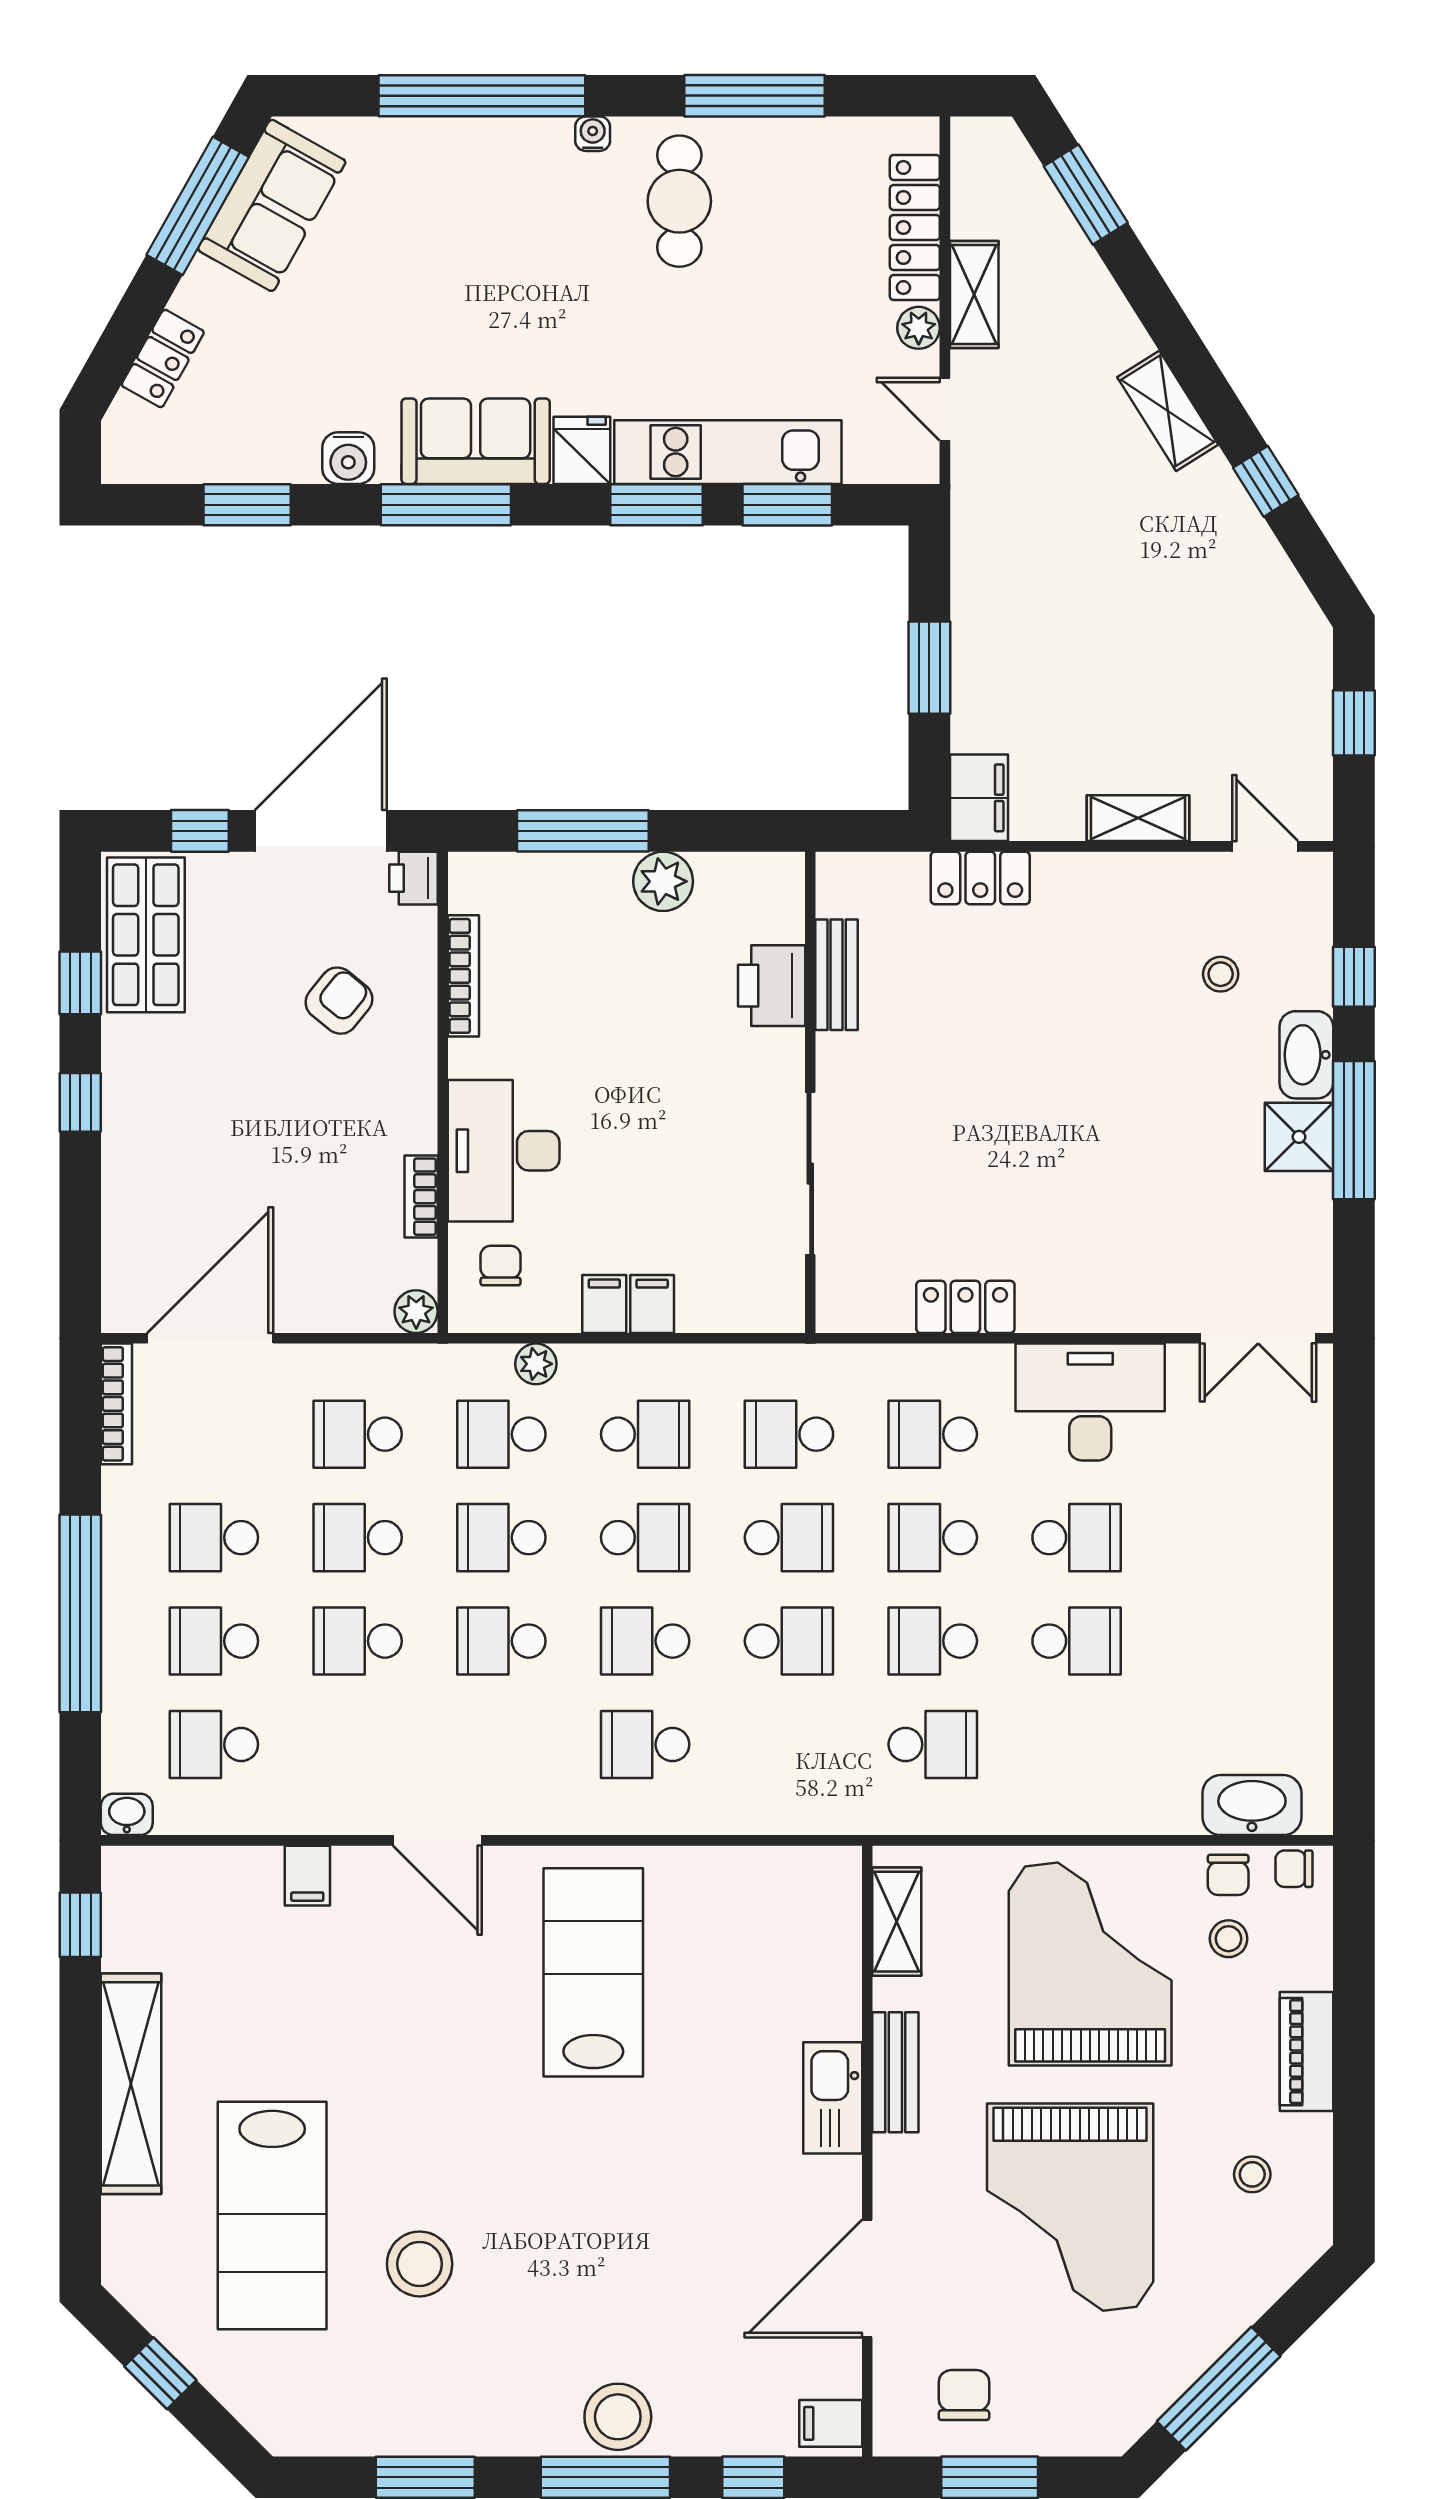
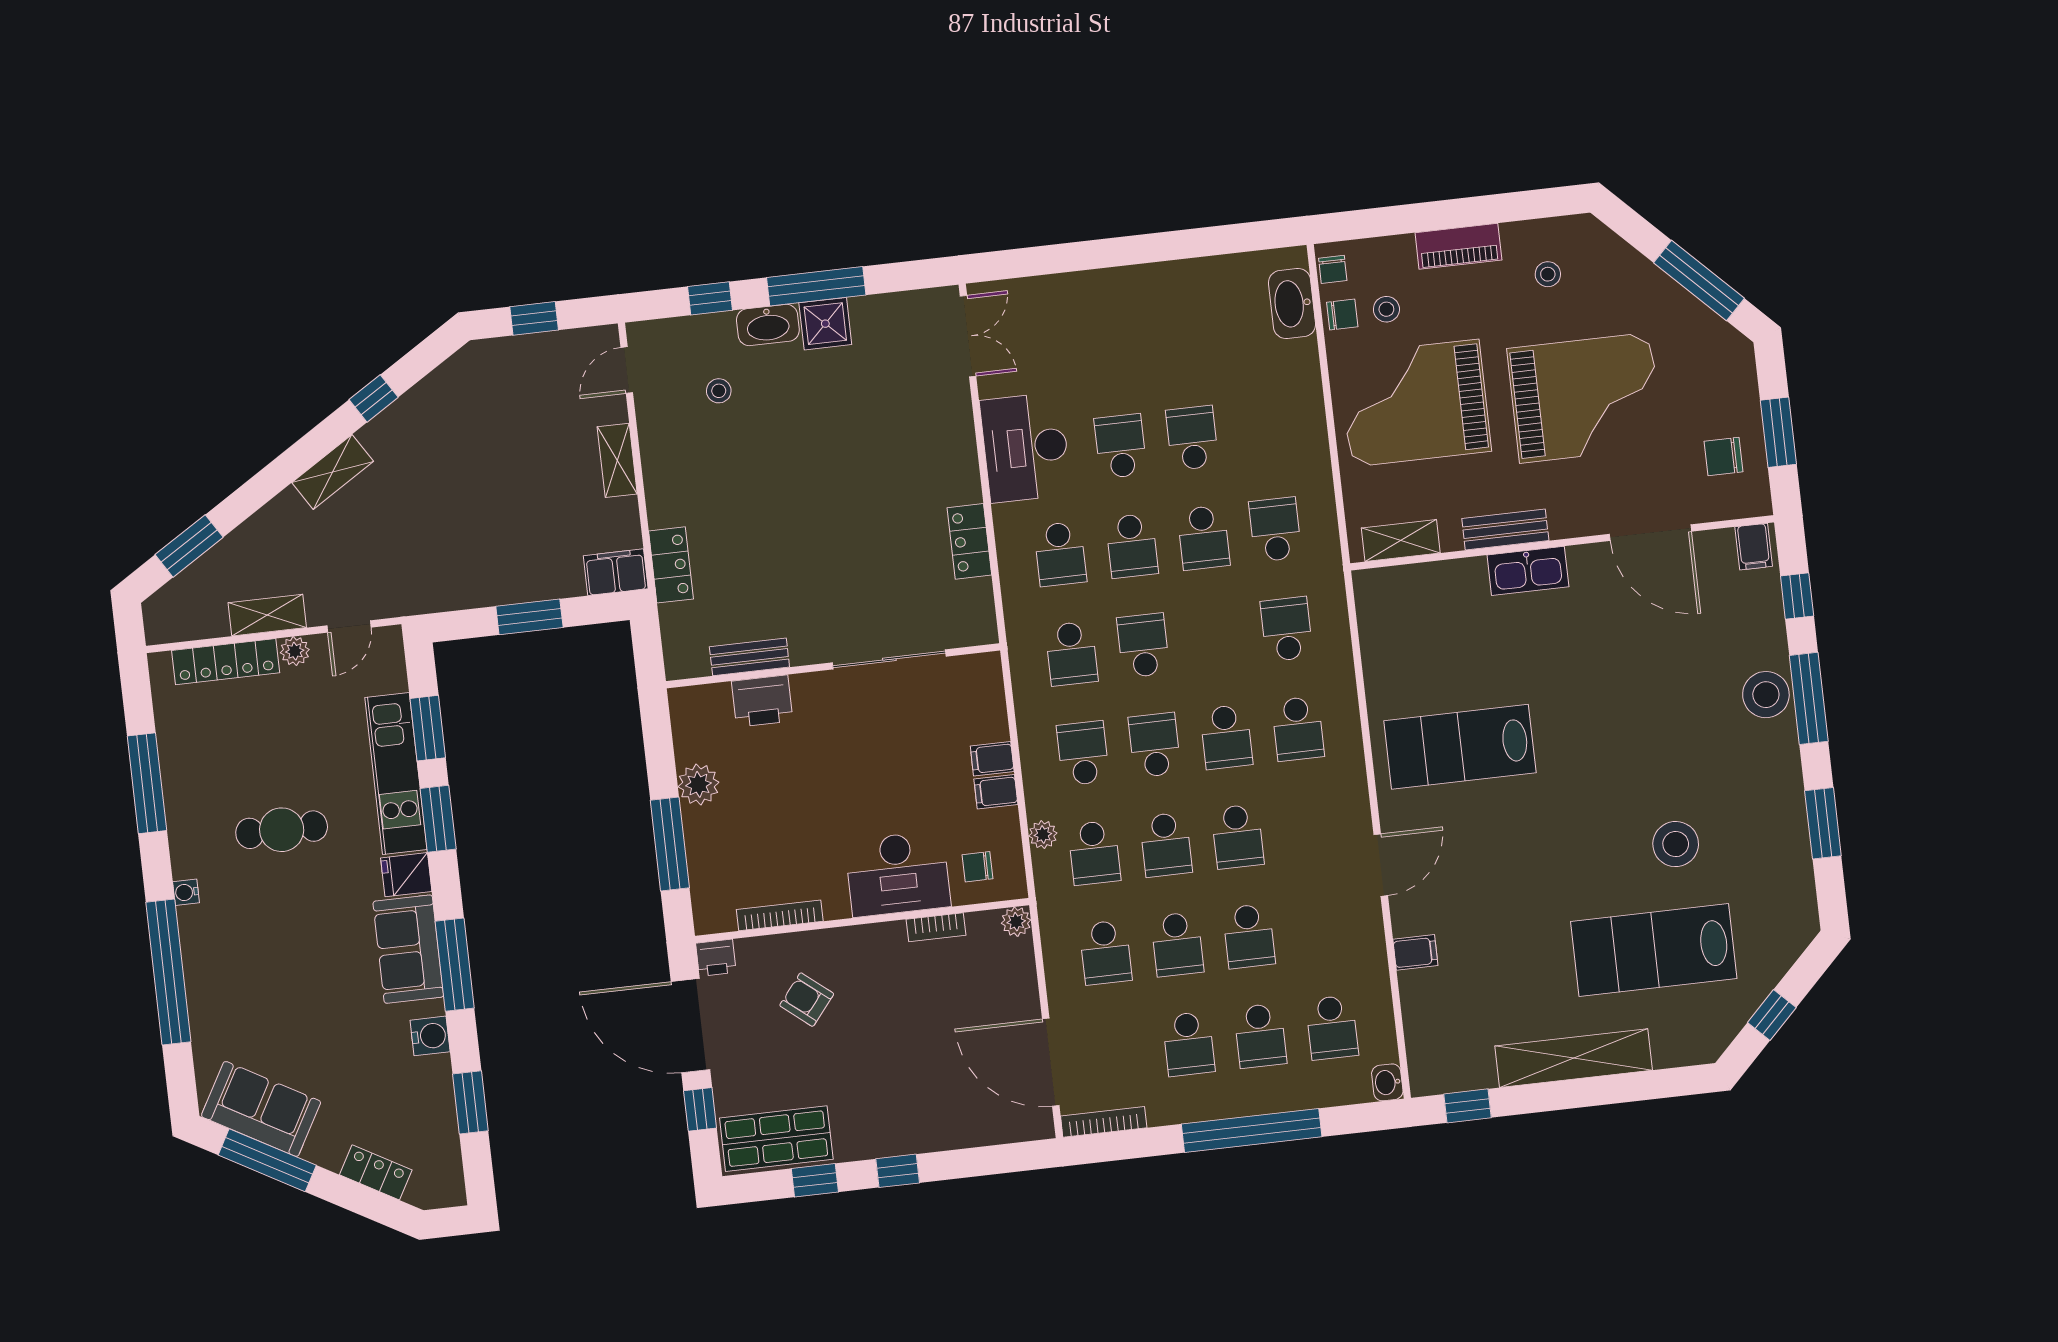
cafe table: (679, 201) -> (282, 830), moved
school desk: (789, 1641) -> (1287, 629), moved
lab bench: (272, 2216) -> (1654, 950), turned 180

